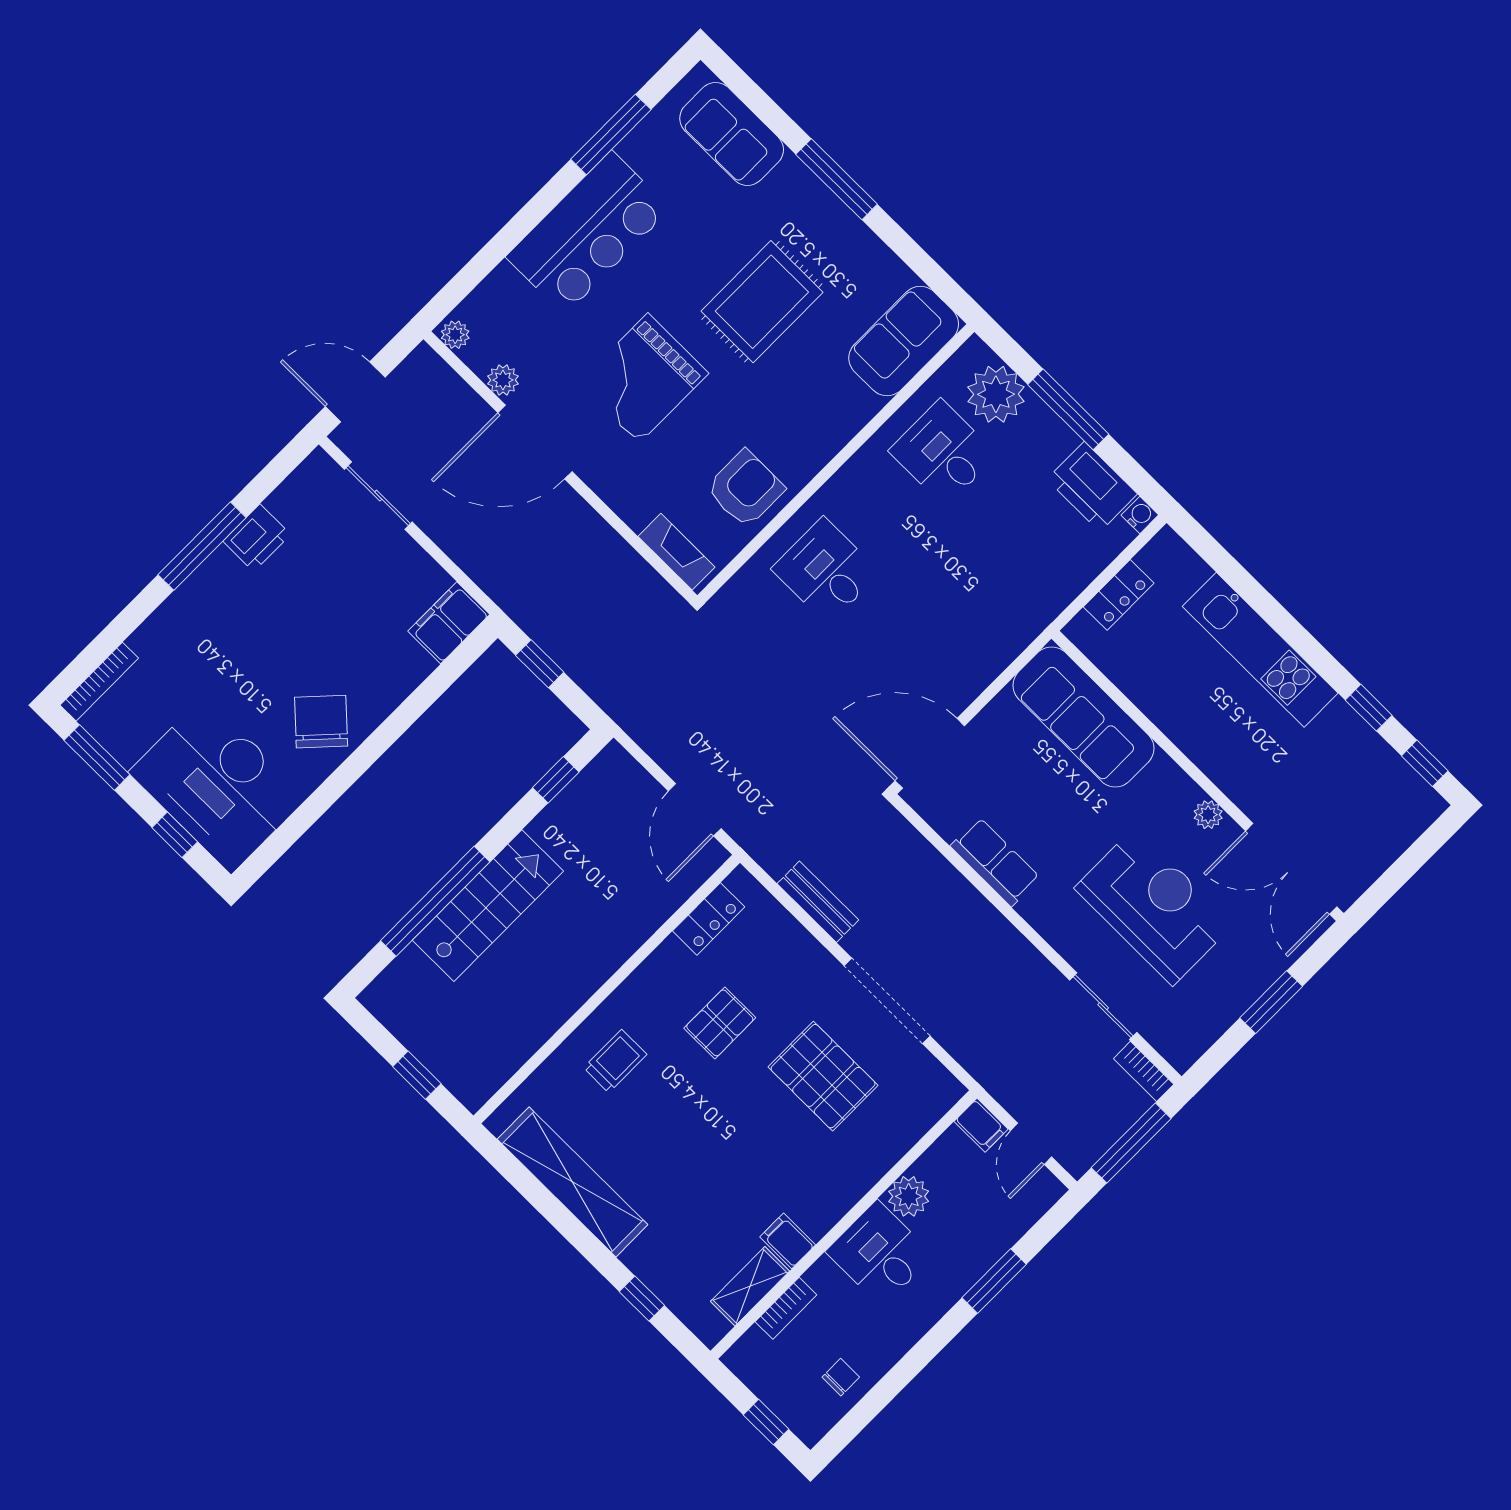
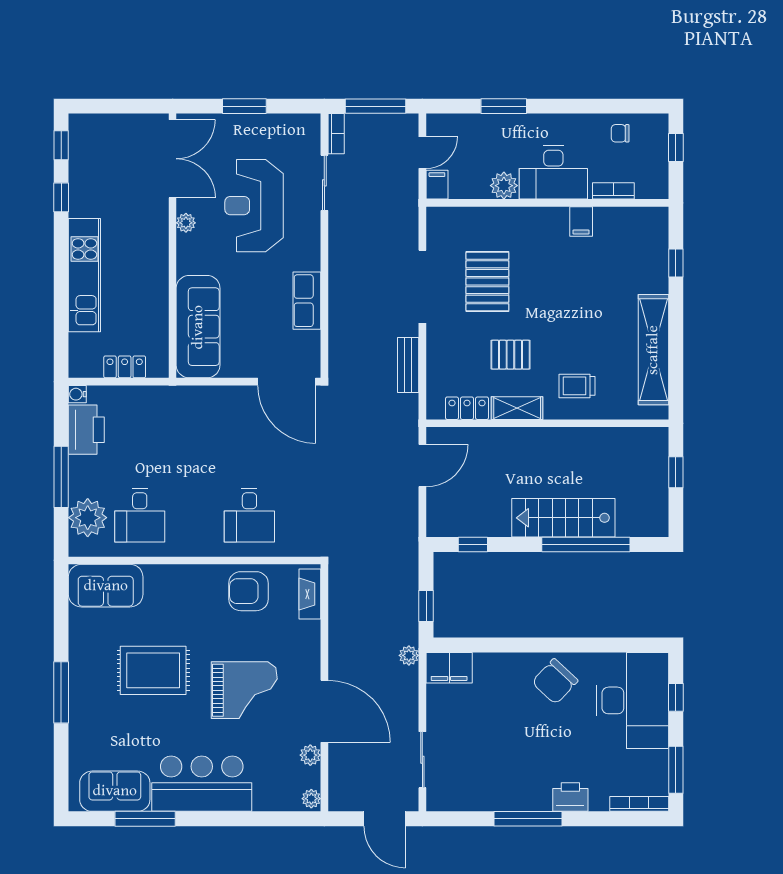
sofa: (732, 134) -> (115, 791), moved, turned -90
printer: (257, 538) -> (570, 797), moved
plant: (505, 592) -> (409, 655), added
desk: (880, 1254) -> (553, 173), width x1.37
shelving: (750, 1286) -> (517, 408), moved

